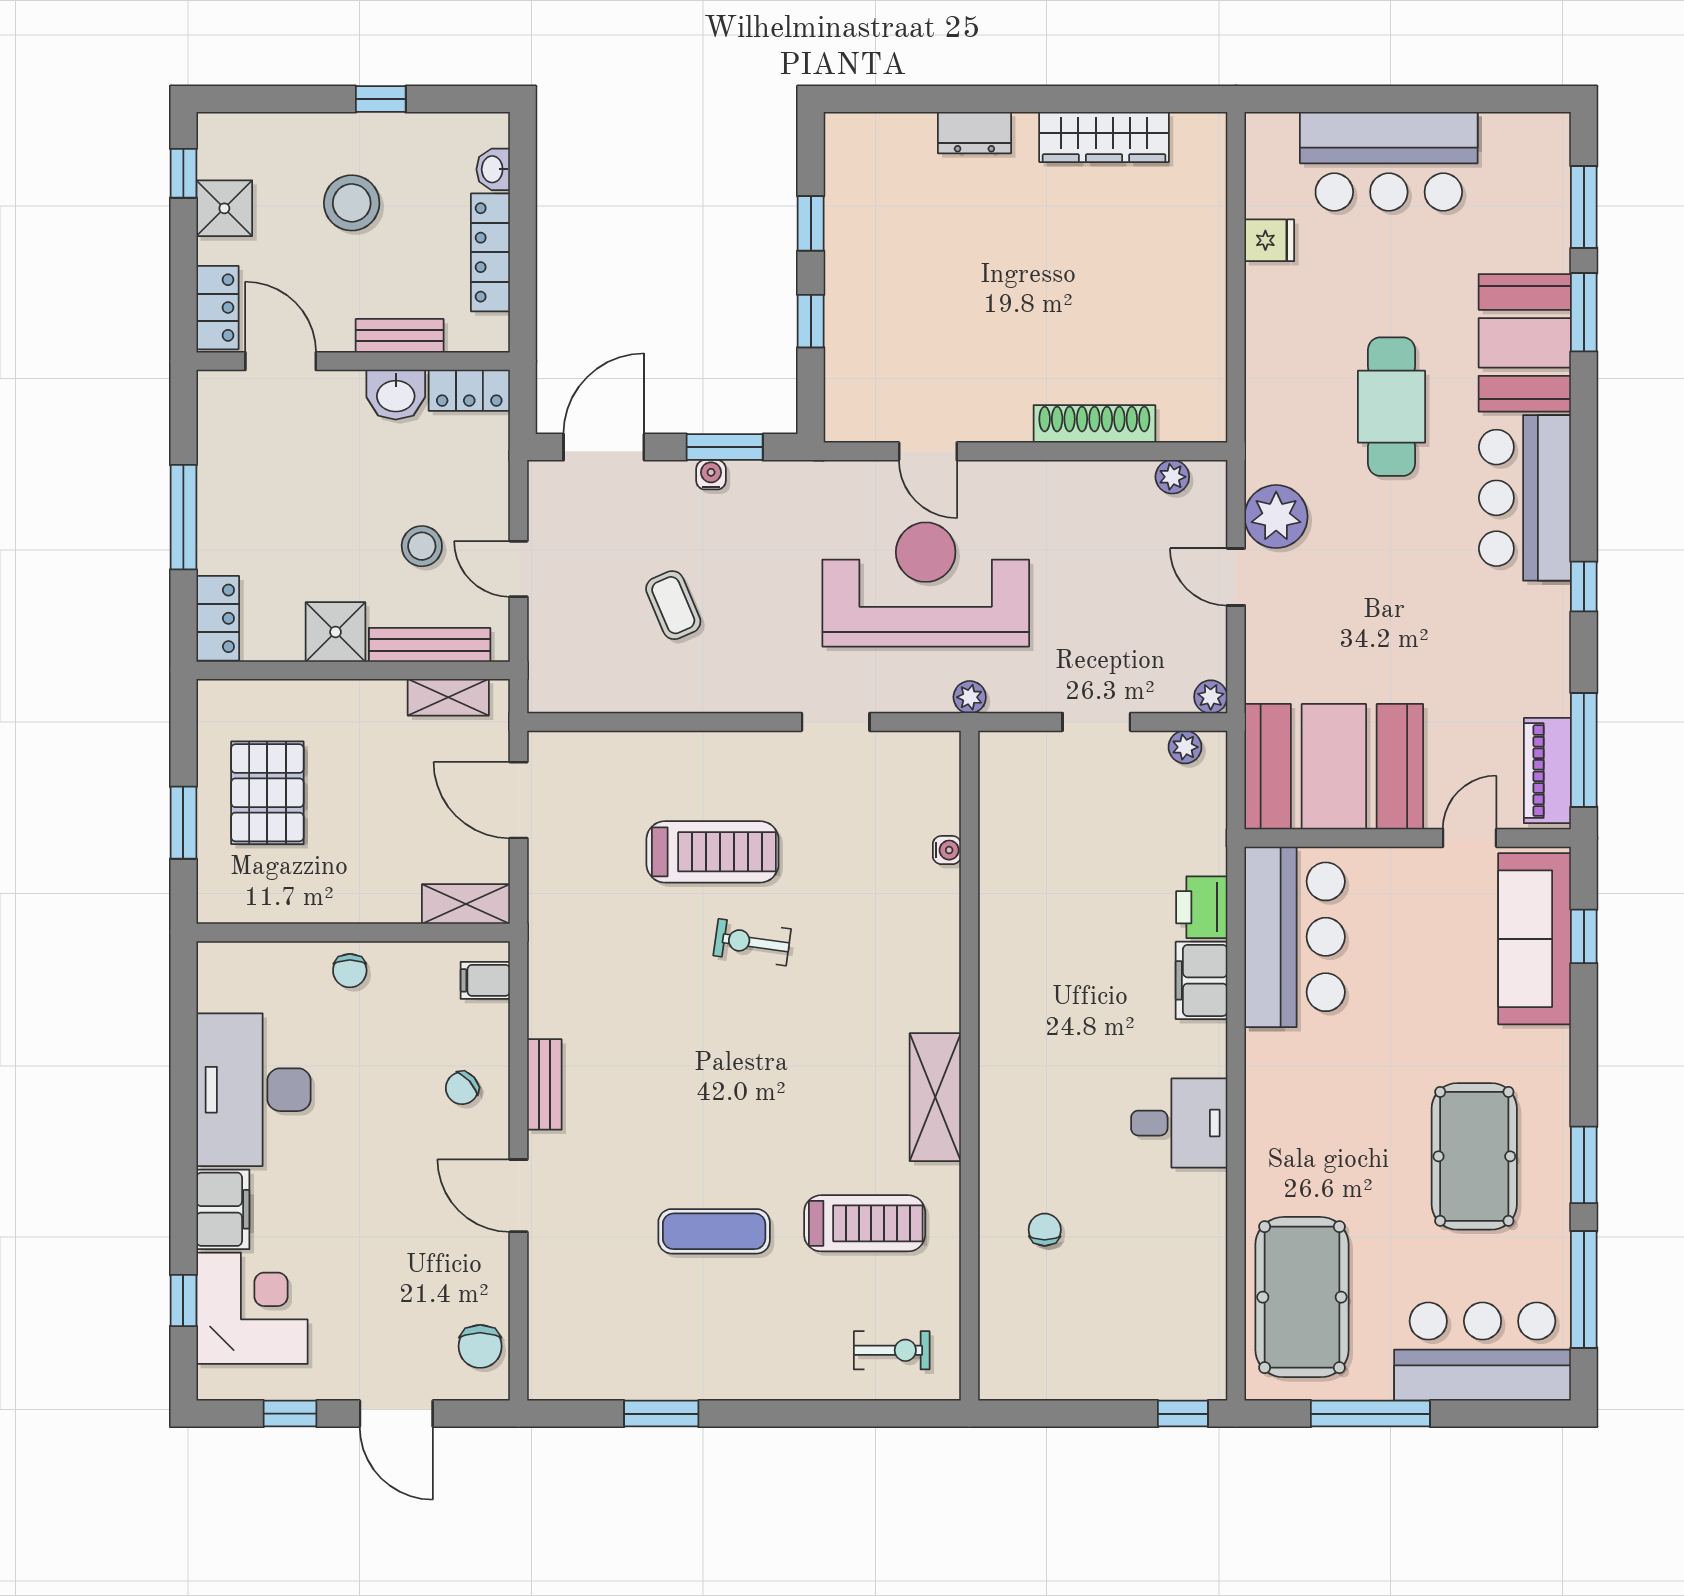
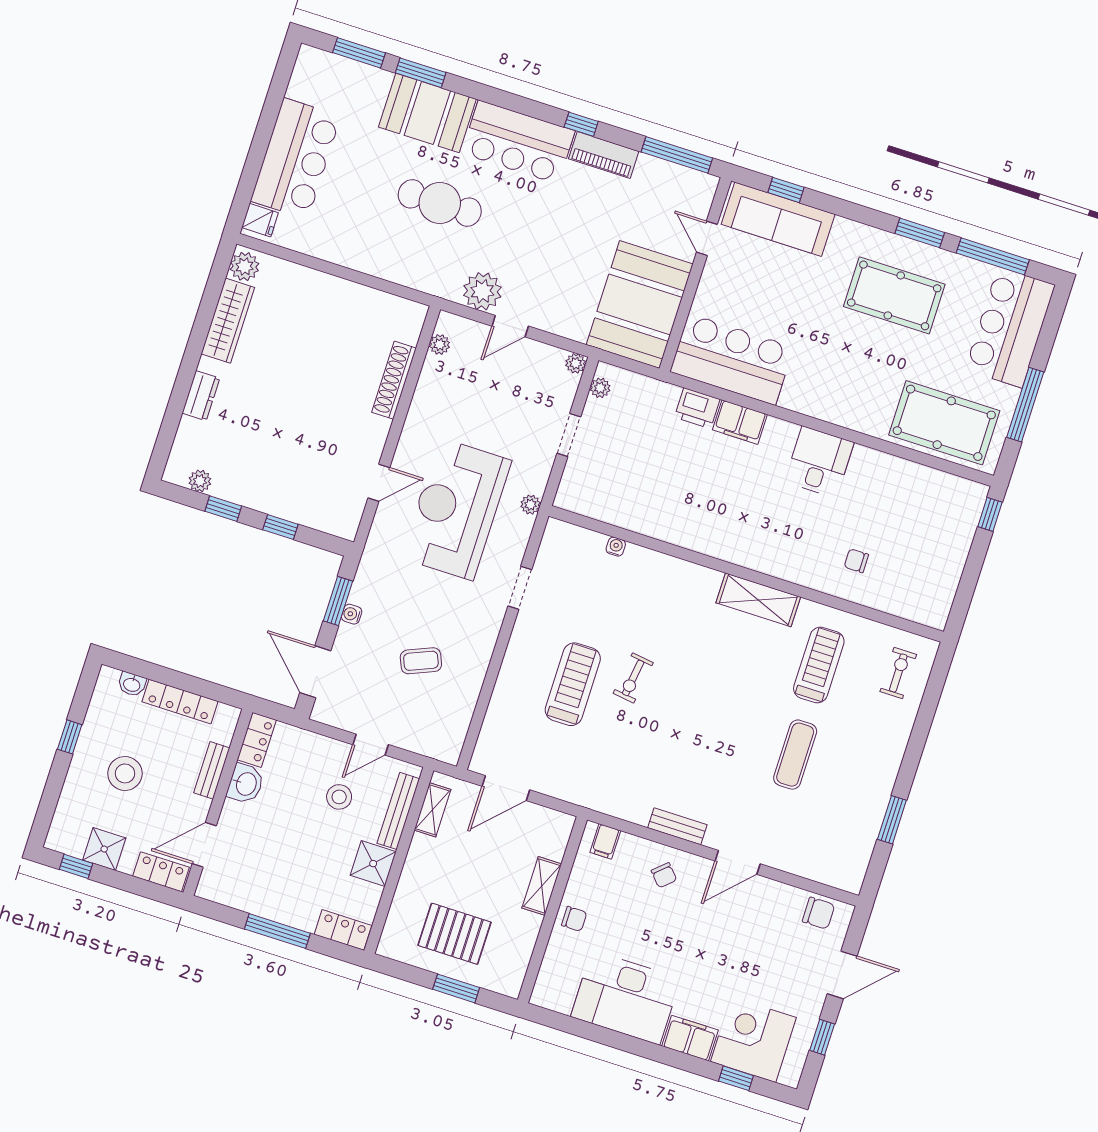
plant: (1196, 136) -> (244, 266), added
plant: (842, 174) -> (200, 481), added
fridge: (1269, 240) -> (260, 220), moved, turned 90
piano: (1547, 771) -> (604, 155), moved
shelving: (466, 904) -> (542, 886), moved

